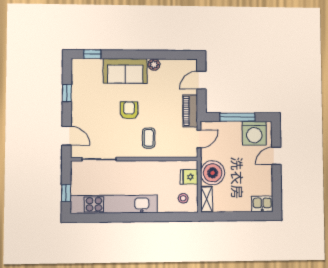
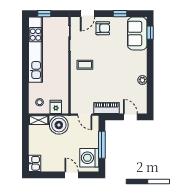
sofa: (125, 71) -> (137, 34), moved
armchair: (129, 110) -> (103, 28), moved
coffee table: (149, 138) -> (85, 65), moved

